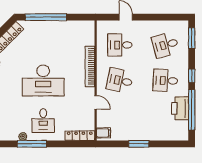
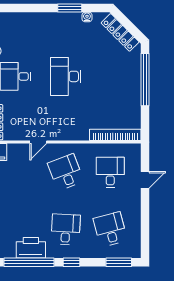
bookcase: (90, 67) -> (115, 135), moved
desk: (43, 81) -> (66, 76), width x0.73, depth x0.77
desk: (120, 81) -> (66, 172), turned -33

